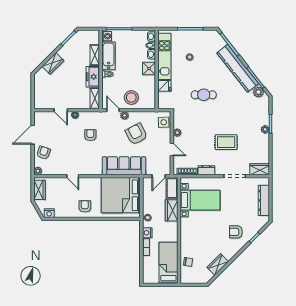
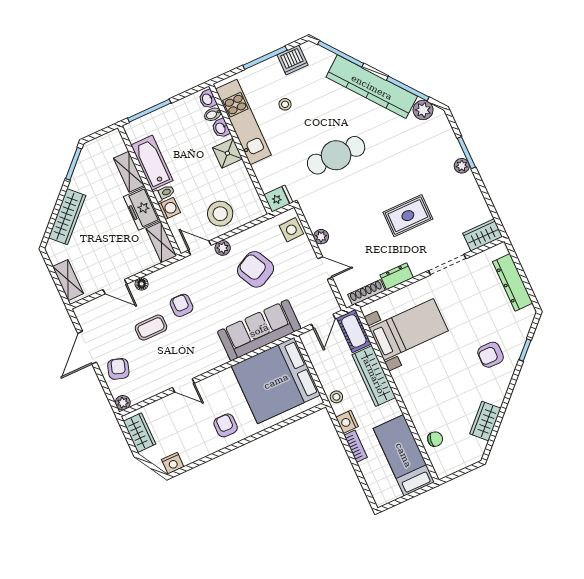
washing machine: (107, 36) -> (169, 208), moved
dishwasher: (204, 36) -> (292, 60), added
wardrobe: (53, 63) -> (67, 217), width x1.50
fridge: (164, 86) -> (278, 199), moved
cafe table: (204, 95) -> (336, 155), width x1.37, depth x1.35
shelving: (39, 96) -> (68, 280), added
coffee table: (70, 139) -> (151, 328), added
wardrobe: (172, 210) -> (374, 376), width x1.50

